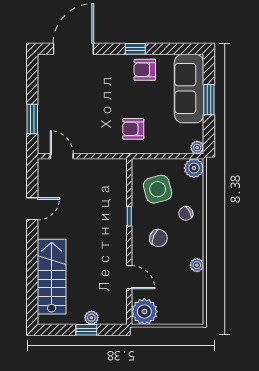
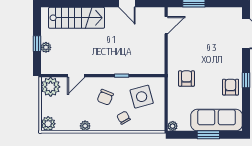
plant: (194, 168) -> (48, 124), moved

